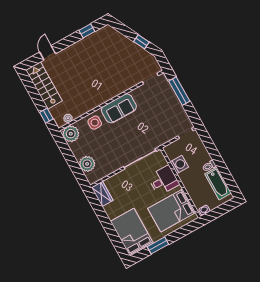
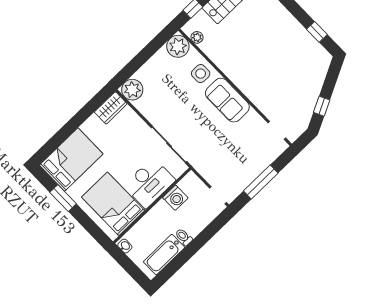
window: (179, 91) -> (261, 182), moved
plant: (87, 164) -> (132, 90), moved
desk: (164, 180) -> (149, 183), width x1.37

